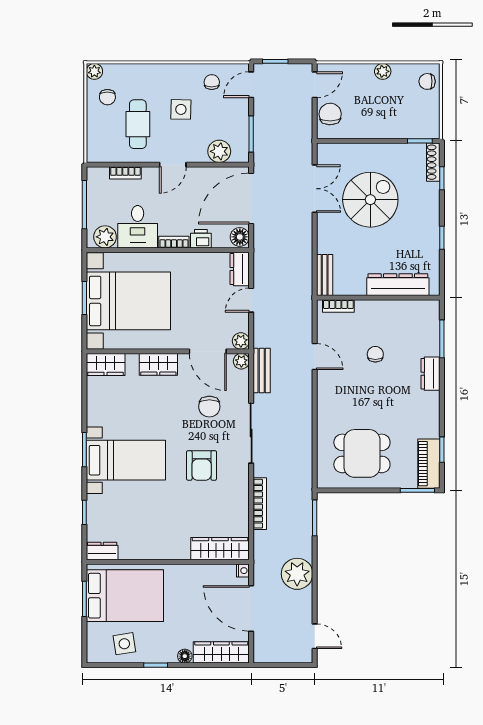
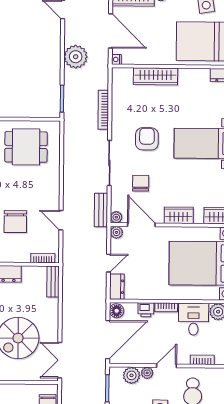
plant: (199, 155) -> (147, 373), added
double door: (315, 189) -> (60, 360), moved
chair: (375, 354) -> (15, 222), width x1.87, depth x1.87
wardrobe: (220, 549) -> (156, 76), moved

